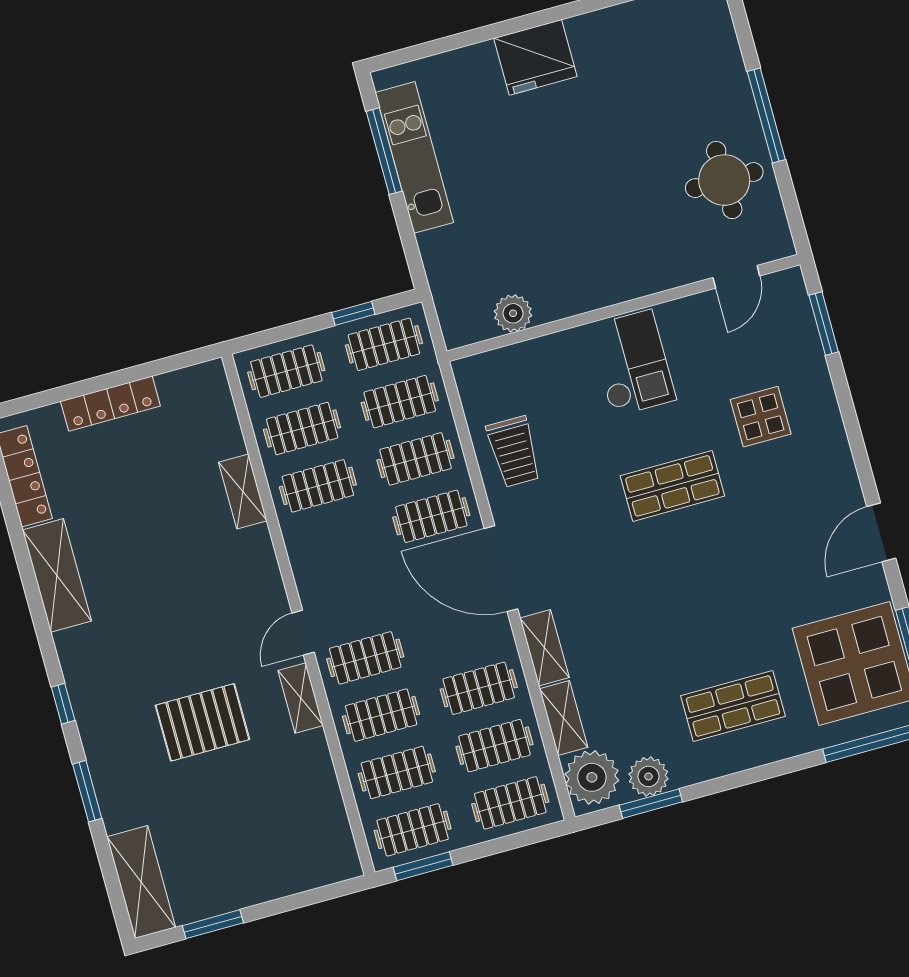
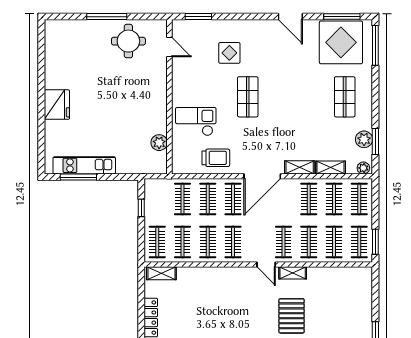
clothes rail: (384, 344) -> (233, 242), moved
checkout: (632, 363) -> (196, 122), moved
shelving: (243, 491) -> (161, 273), moved
plant: (592, 777) -> (363, 168), width x0.53, depth x0.53

